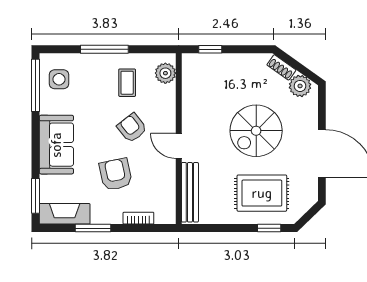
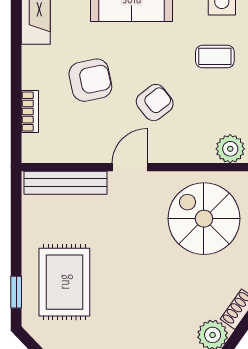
coffee table: (127, 83) -> (215, 56), moved
spiral stairs: (256, 131) -> (204, 219), moved
window: (93, 228) -> (16, 49), removed

